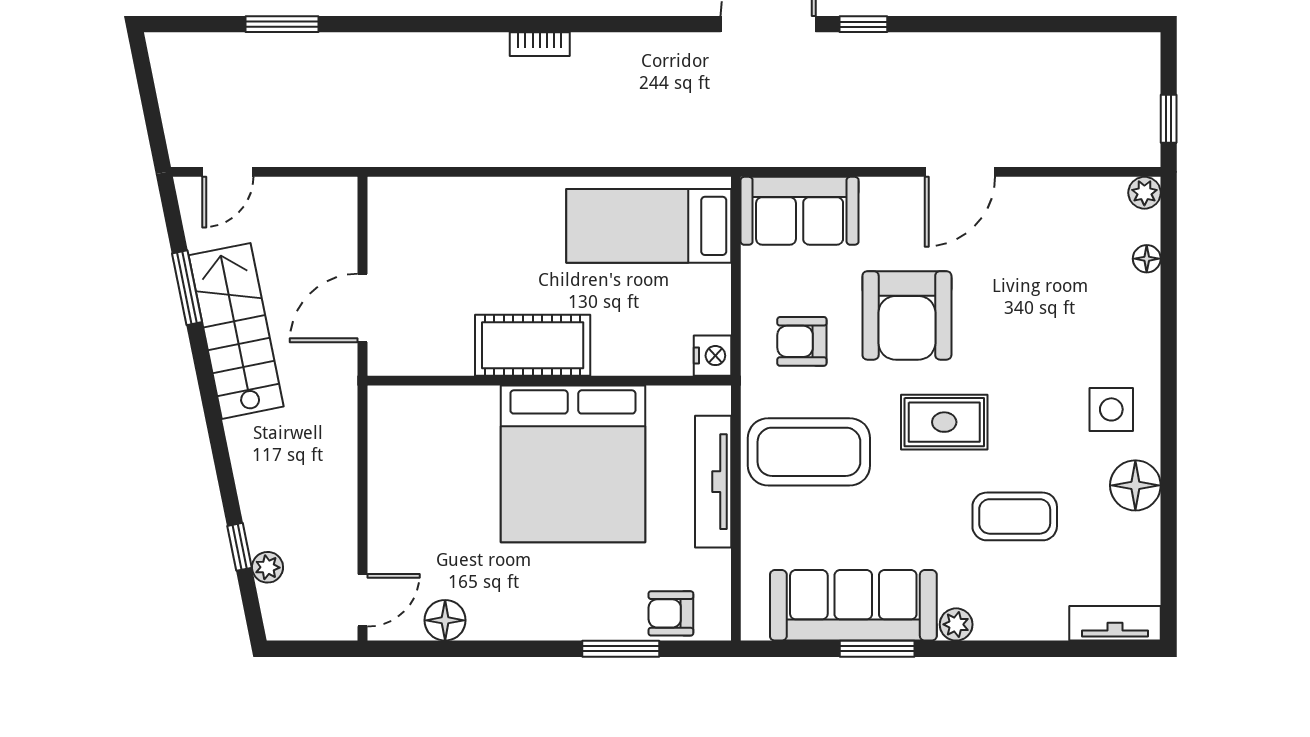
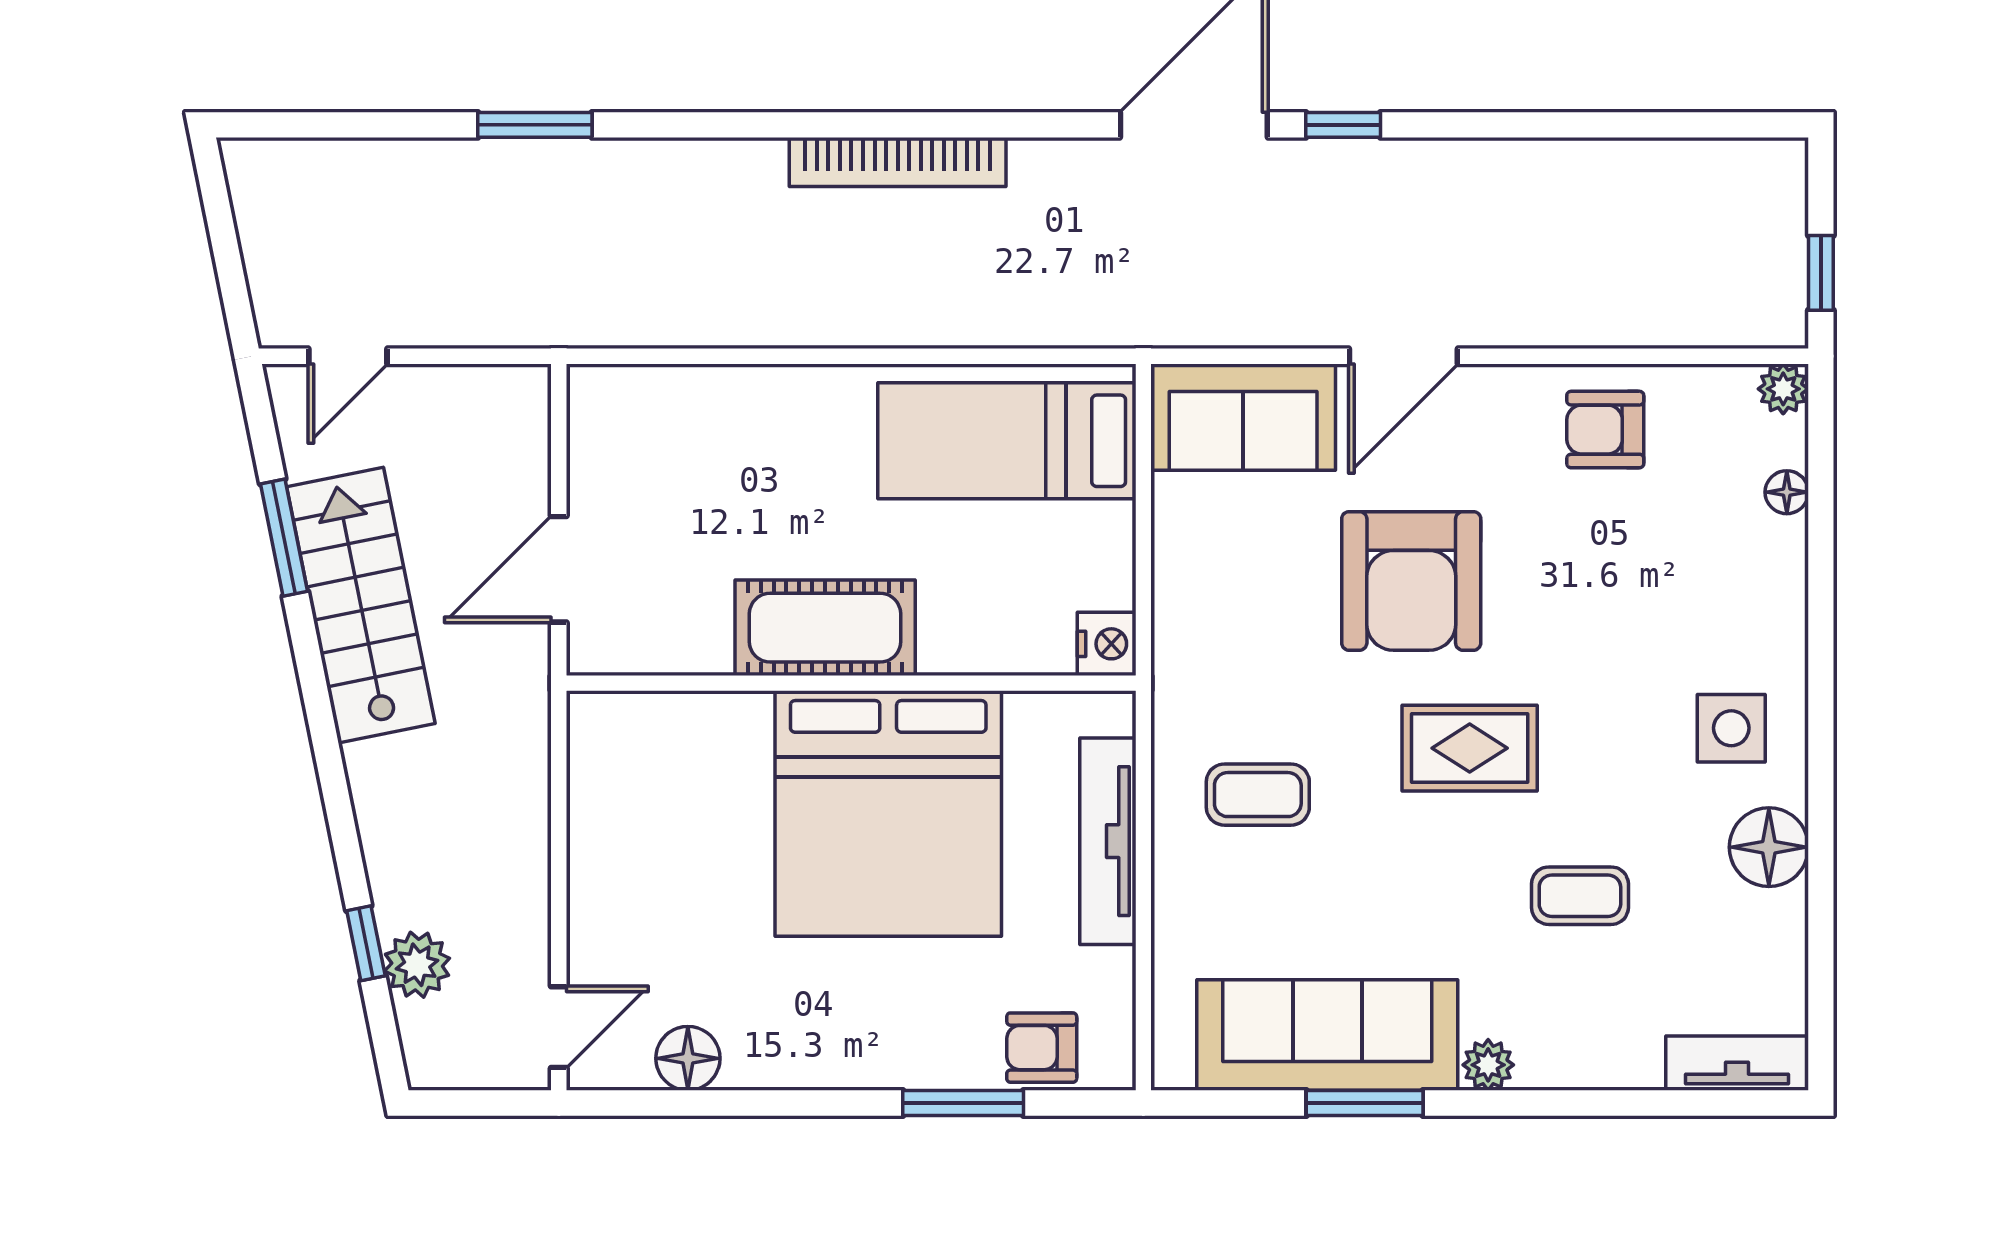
window: (282, 24) -> (535, 125), moved
bookcase: (540, 44) -> (898, 162), width x2.31, depth x1.31
door: (960, 172) -> (1403, 356), moved
armchair: (802, 341) -> (1605, 430), moved
coffee table: (809, 452) -> (1258, 795), width x0.54, depth x0.58
coffee table: (1015, 516) -> (1580, 896), width x0.73, depth x0.77
plant: (268, 567) -> (417, 965), width x1.38, depth x1.38

